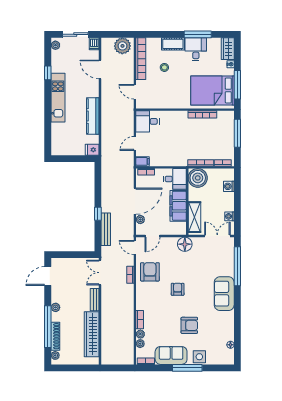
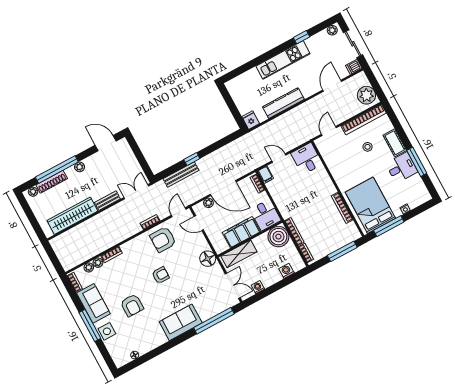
wardrobe: (228, 49) -> (419, 198), removed
armchair: (150, 272) -> (163, 239), turned 180

